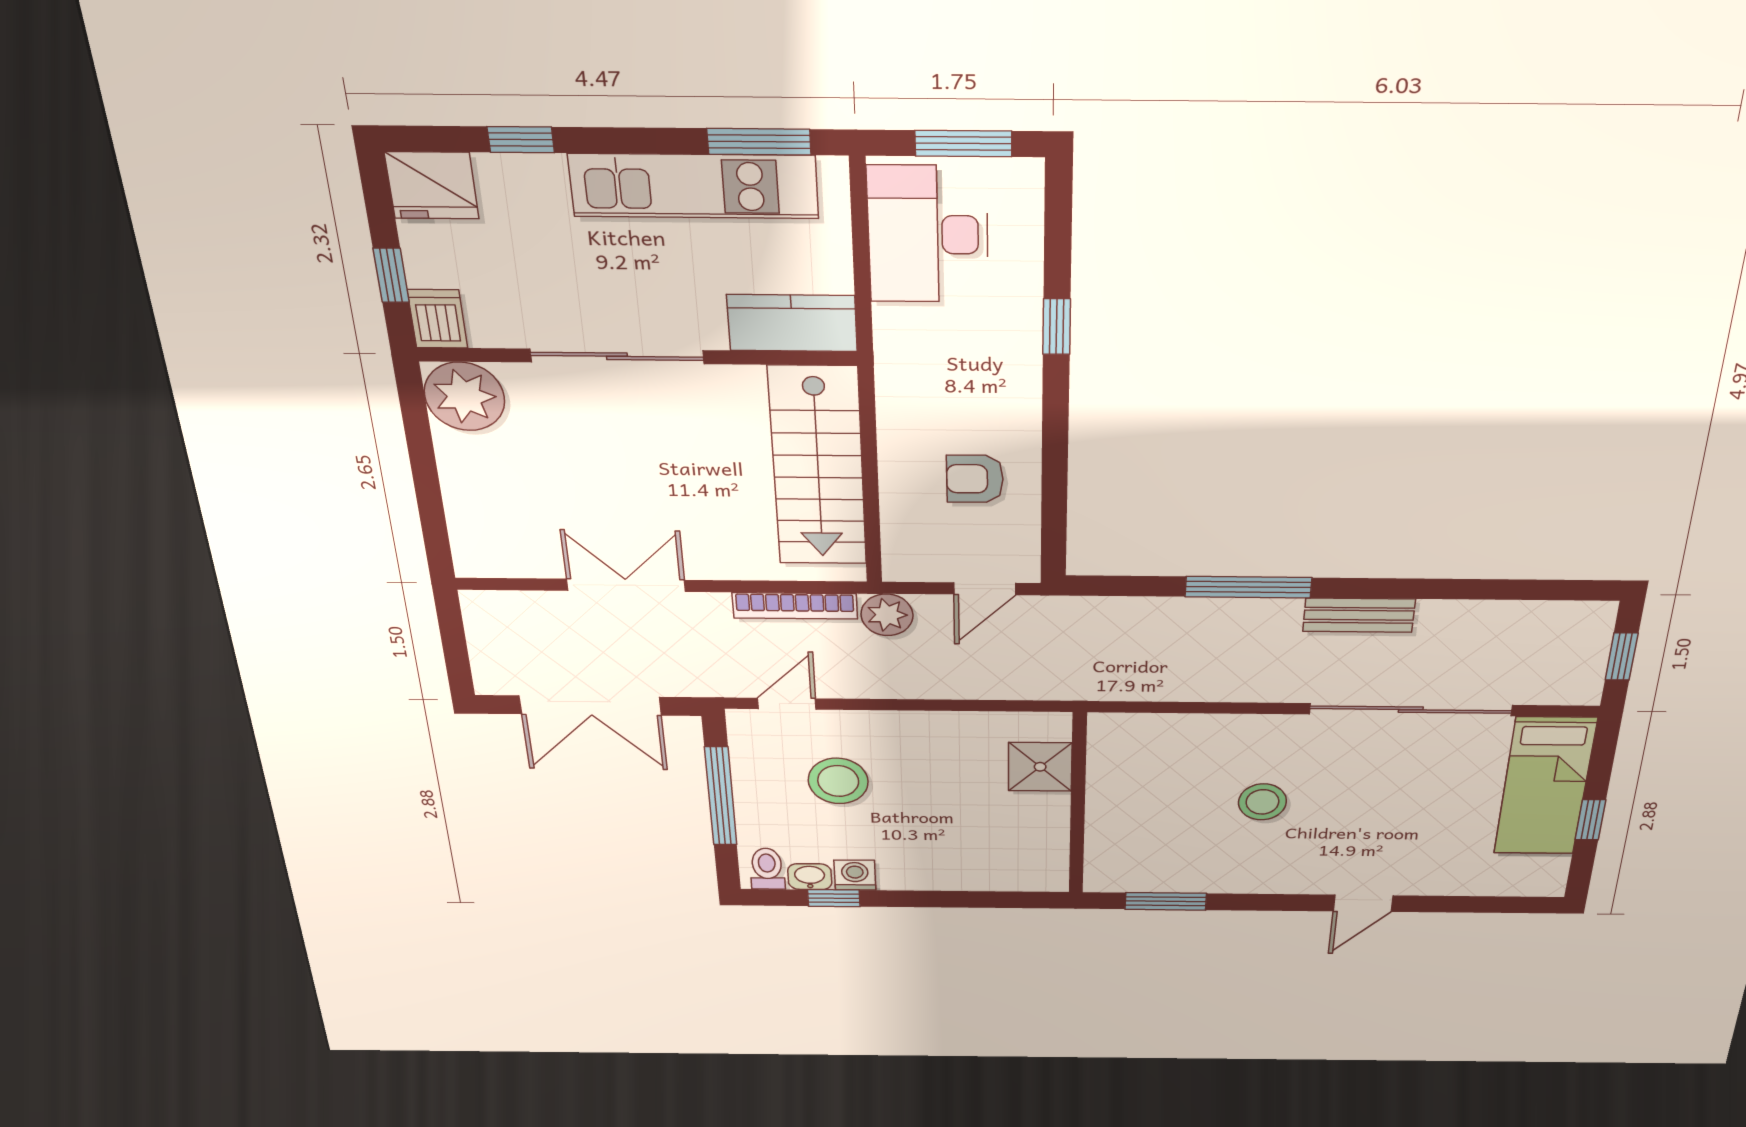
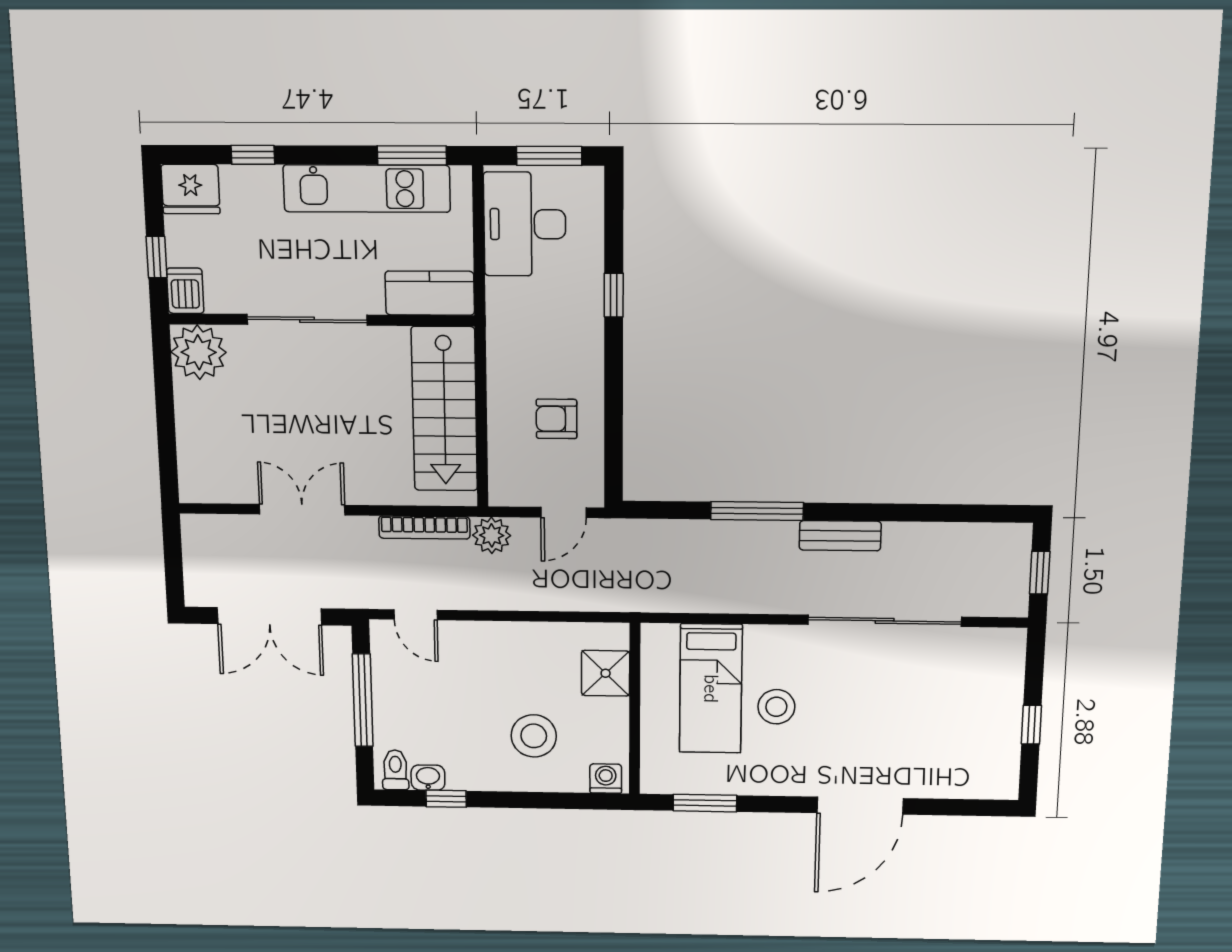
door: (787, 704) -> (416, 615), swing flipped
stool: (838, 781) -> (534, 736), moved
bed: (1545, 786) -> (711, 689), moved
washing machine: (855, 875) -> (606, 779), moved
door: (1363, 903) -> (860, 806), width x1.88

